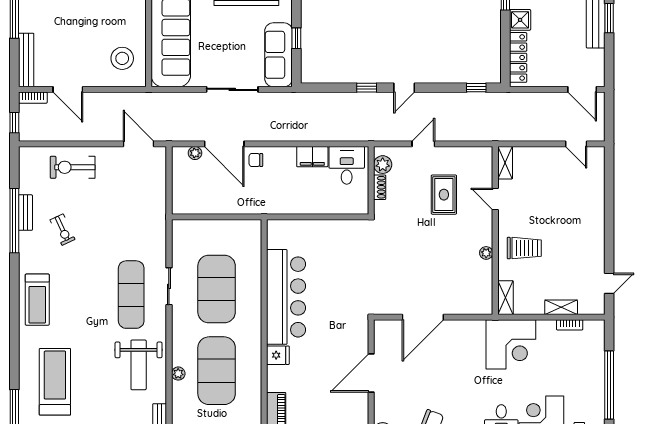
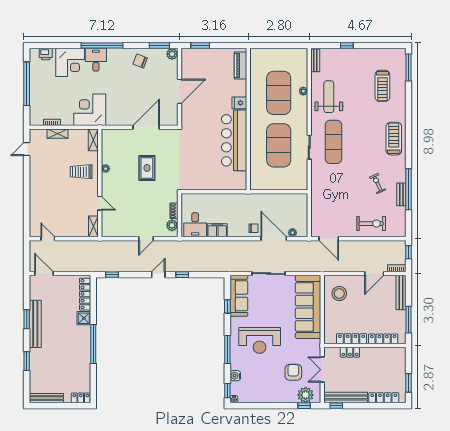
door: (68, 89) -> (374, 274), swing flipped
rug: (444, 195) -> (147, 168), moved
treadmill: (55, 382) -> (382, 86), width x0.73, depth x0.73

